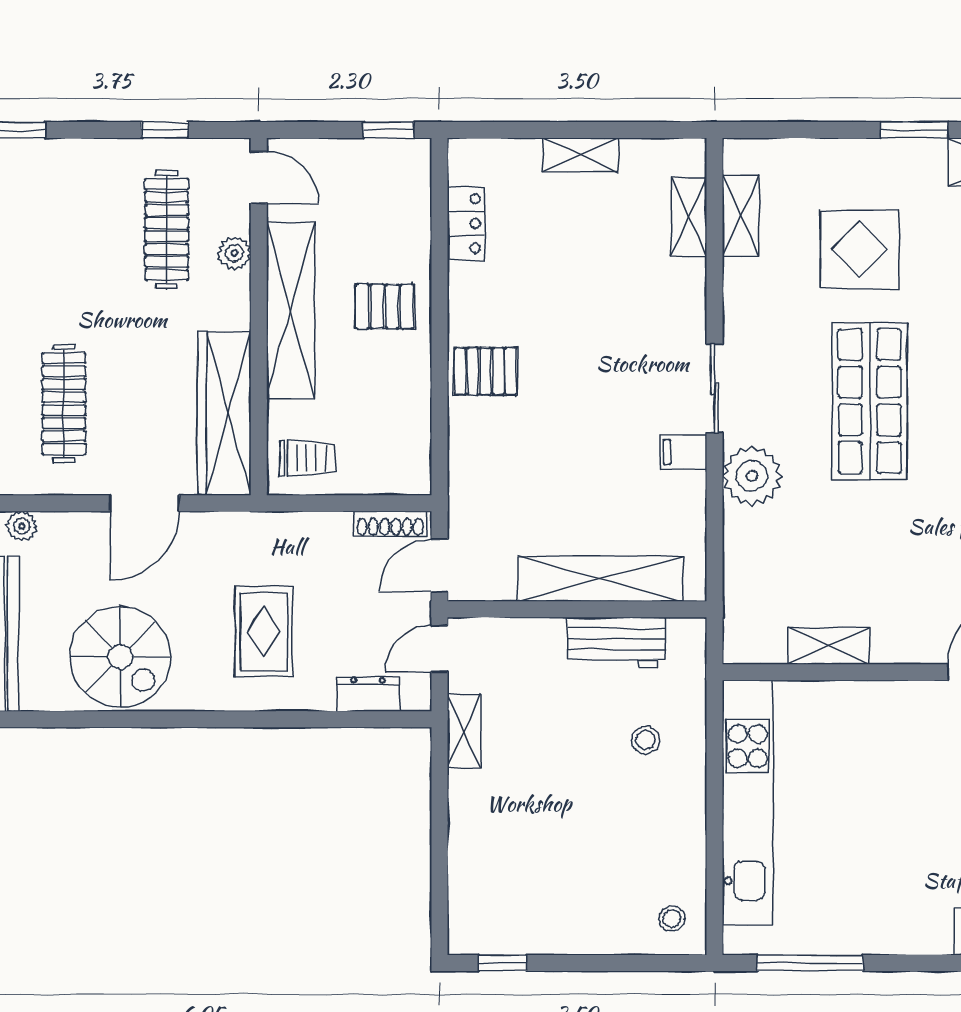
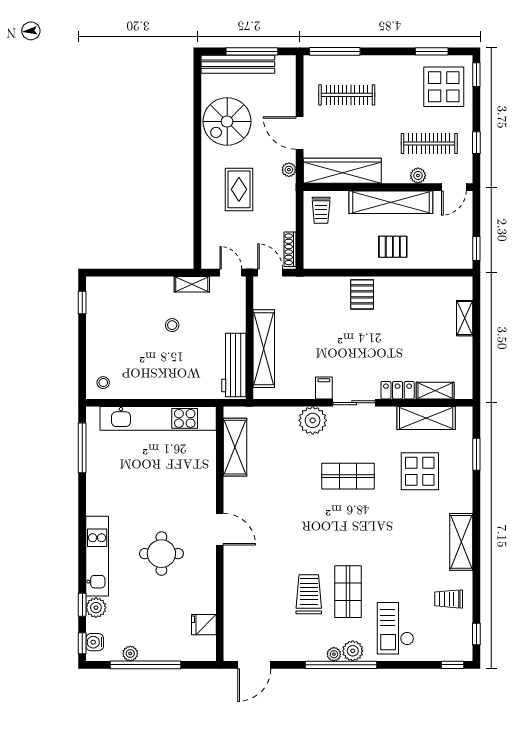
window: (914, 130) -> (476, 454), moved
shelving: (581, 155) -> (465, 318), moved
display table: (47, 199) -> (444, 87), added
shelving: (741, 216) -> (426, 418), width x1.50, depth x1.33
locker: (466, 223) -> (398, 390), moved, turned 180
pallet: (385, 306) -> (393, 247), turned 90
shop shelf: (870, 401) -> (348, 476), width x0.70, depth x0.74
plant: (22, 526) -> (289, 170), moved
rug: (264, 631) -> (239, 189), turned 90
workbench: (617, 643) -> (234, 365), width x1.38
shelving: (829, 646) -> (235, 447), width x1.50, depth x1.33
dresser: (368, 694) -> (209, 239), removed
stool: (646, 740) -> (172, 325), moved

